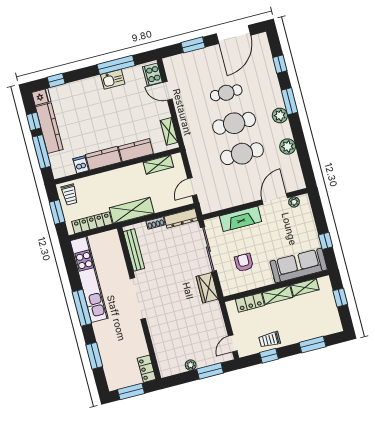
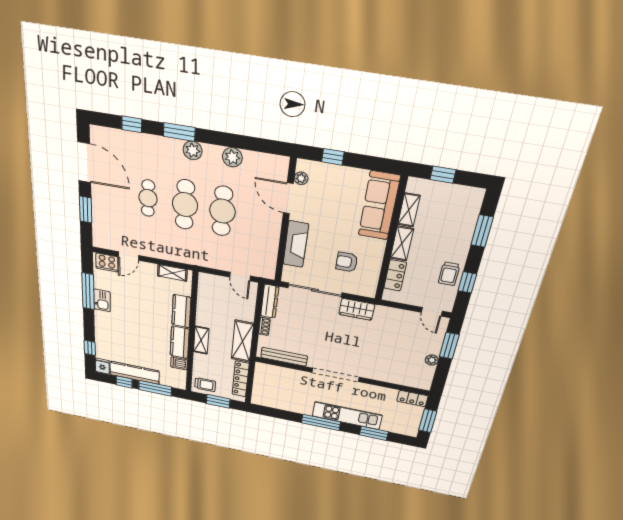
shelving: (158, 165) -> (201, 340), moved
window: (326, 241) -> (333, 157), moved
kitchen unit: (89, 279) -> (347, 416), moved, width x0.73

